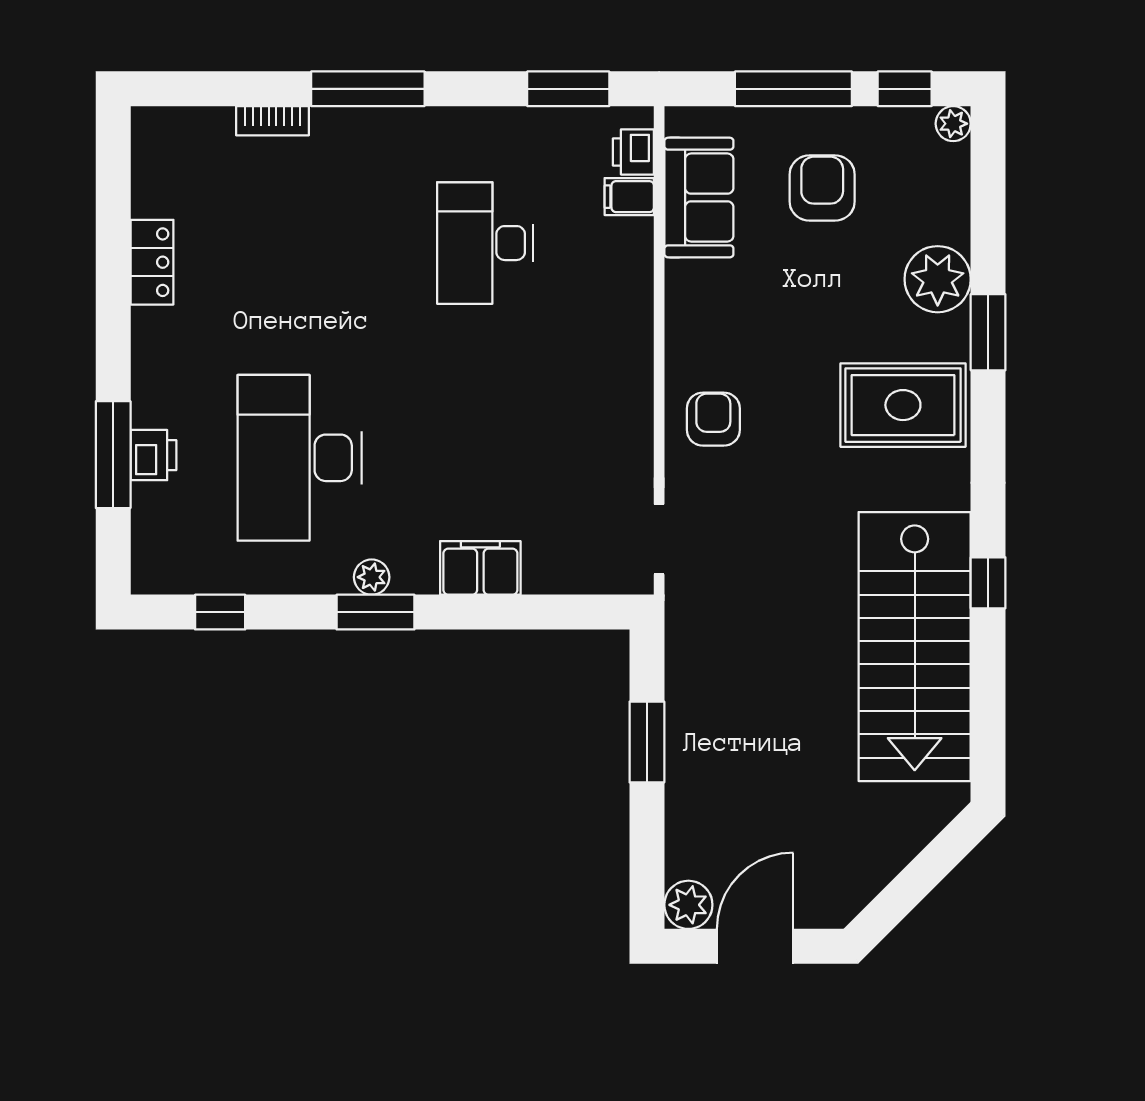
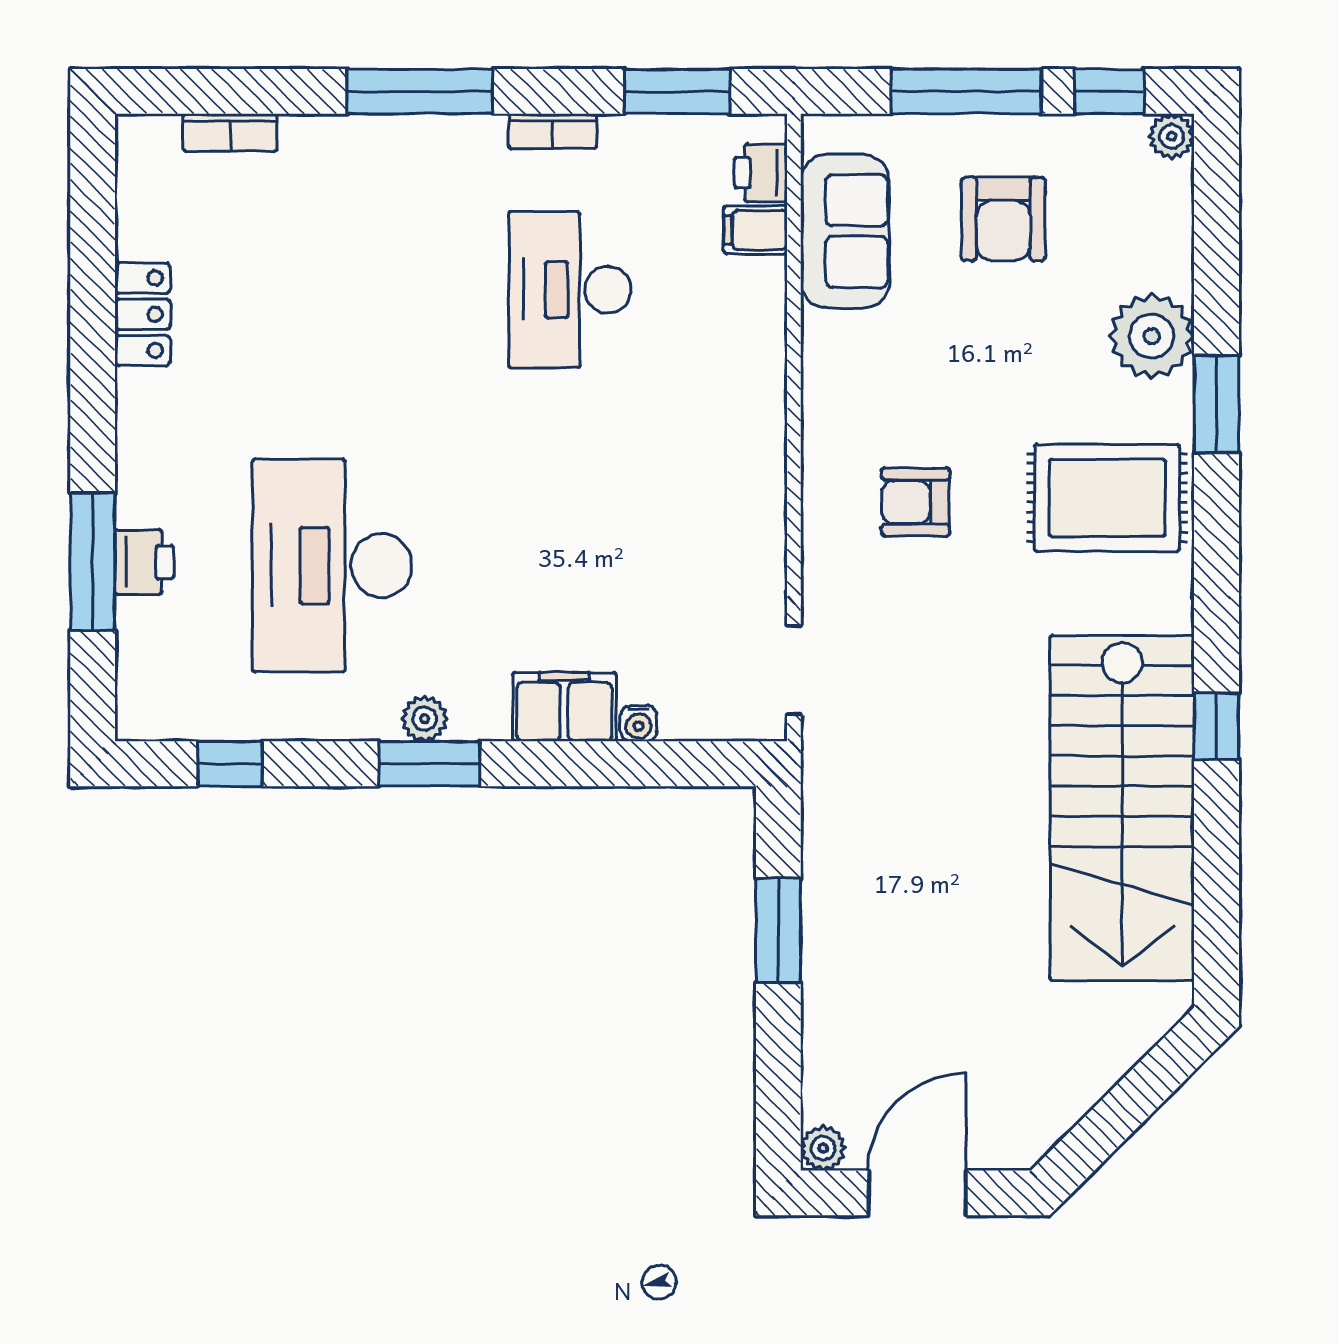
bookcase: (471, 120) -> (553, 131), added
bookcase: (272, 121) -> (230, 132), moved
armchair: (822, 188) -> (1003, 219), turned 180
armchair: (713, 419) -> (916, 502), moved, turned -90
water cooler: (538, 581) -> (639, 723), added
plant: (688, 905) -> (823, 1148), width x0.73, depth x0.73

